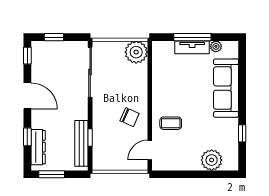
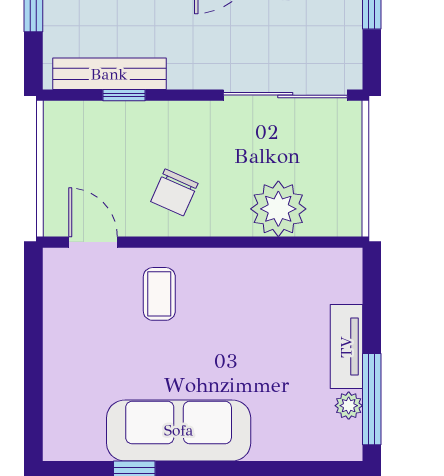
window: (192, 37) -> (372, 399), moved
plant: (136, 52) -> (278, 209), moved
sofa: (226, 88) -> (179, 430), moved
plant: (212, 160) -> (68, 395), removed

